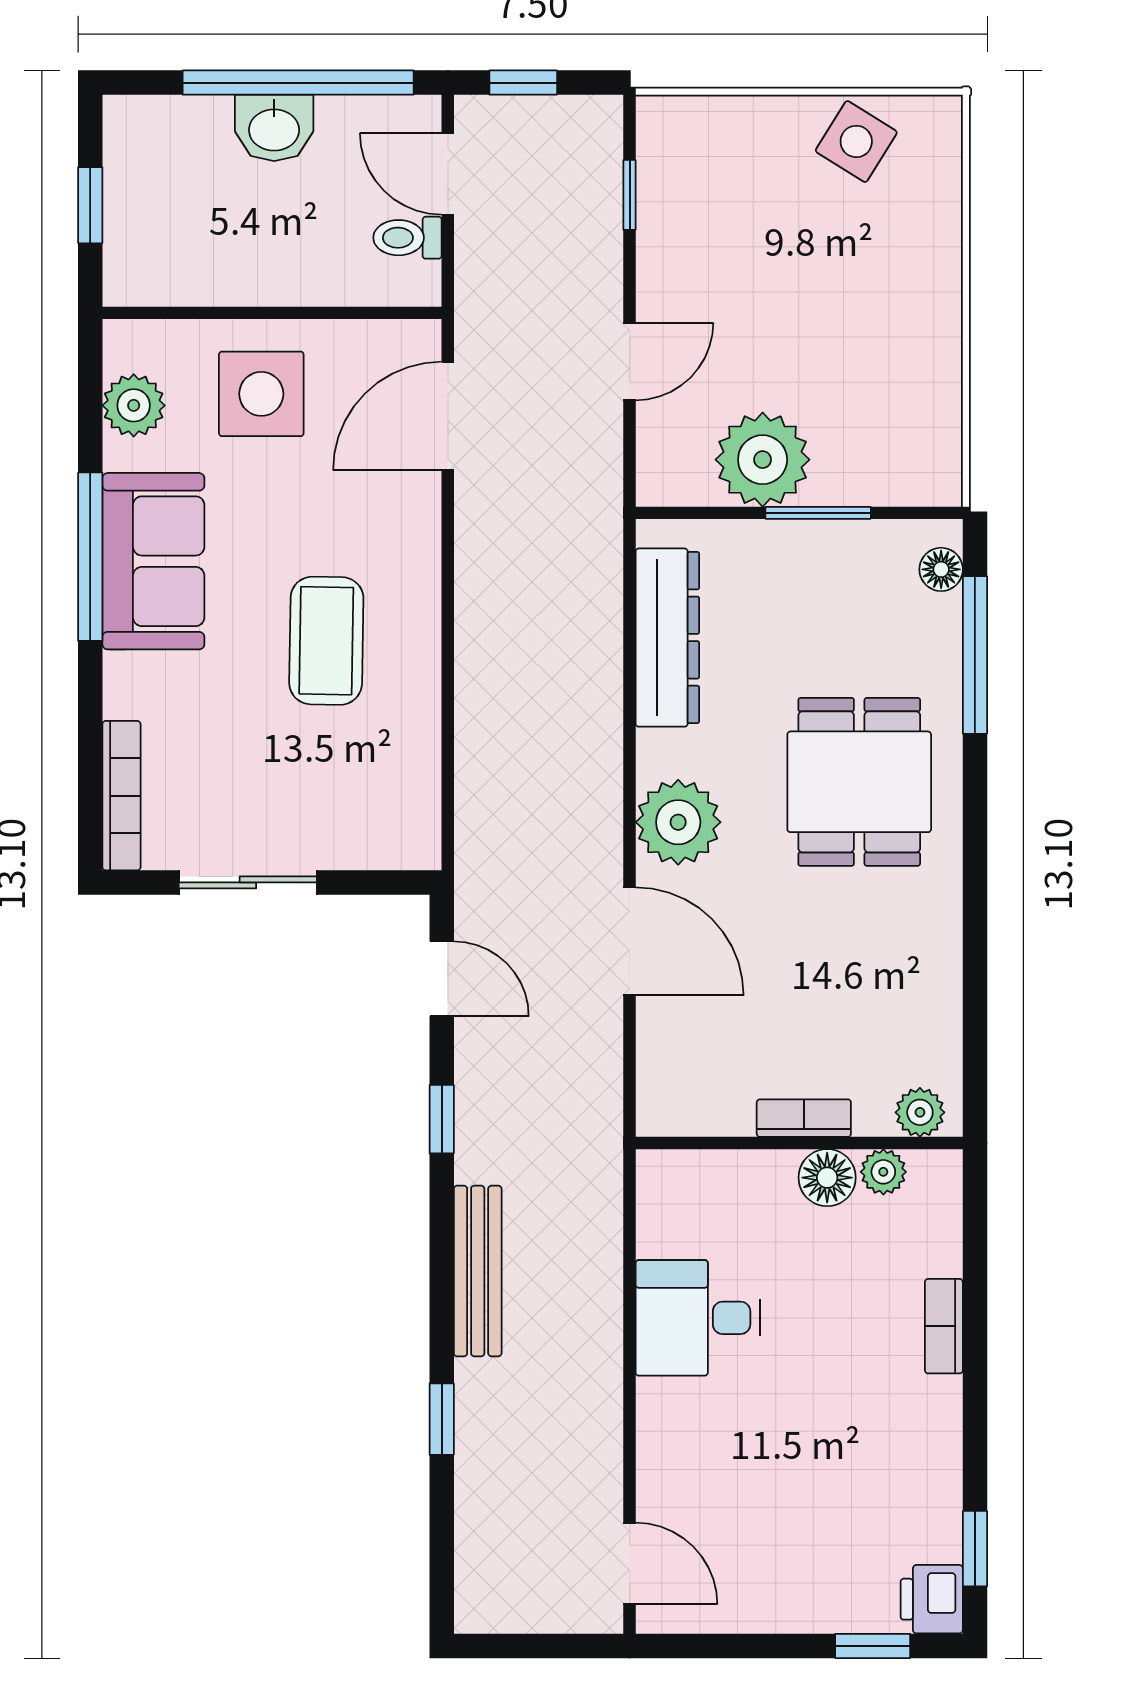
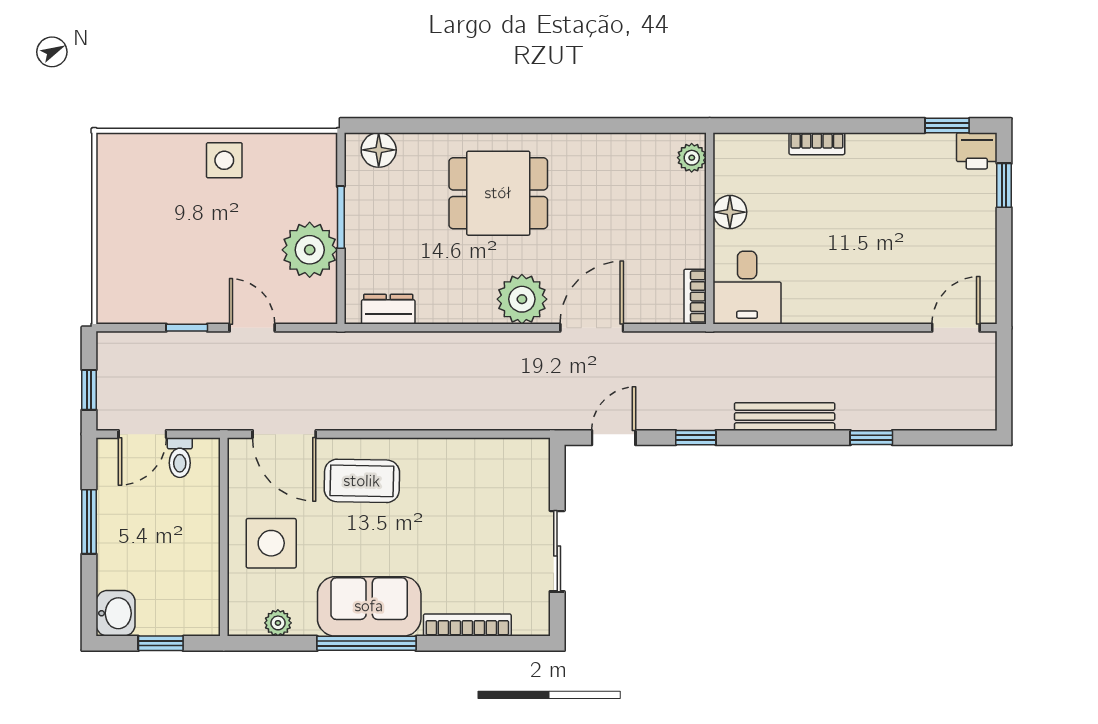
window: (298, 83) -> (89, 522), width x0.47
washbasin: (274, 128) -> (116, 613), moved
side table: (856, 141) -> (224, 160), moved, turned -32
window: (630, 195) -> (187, 328), moved
plant: (134, 405) -> (278, 623), width x0.73, depth x0.73
floor lamp: (941, 569) -> (379, 150), width x1.37, depth x1.37
dresser: (667, 638) -> (388, 309), width x0.51, depth x0.80
coffee table: (326, 641) -> (362, 481), moved
window: (975, 655) -> (424, 126), removed
bookcase: (121, 796) -> (467, 625), moved
bookcase: (804, 1118) -> (695, 297), moved
plant: (883, 1172) -> (727, 179), removed
desk: (698, 1318) -> (747, 288), moved

